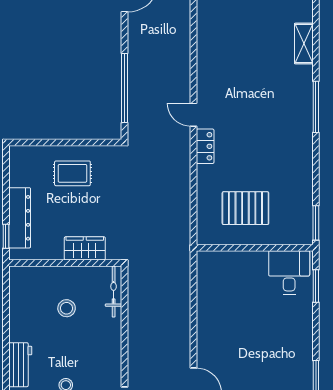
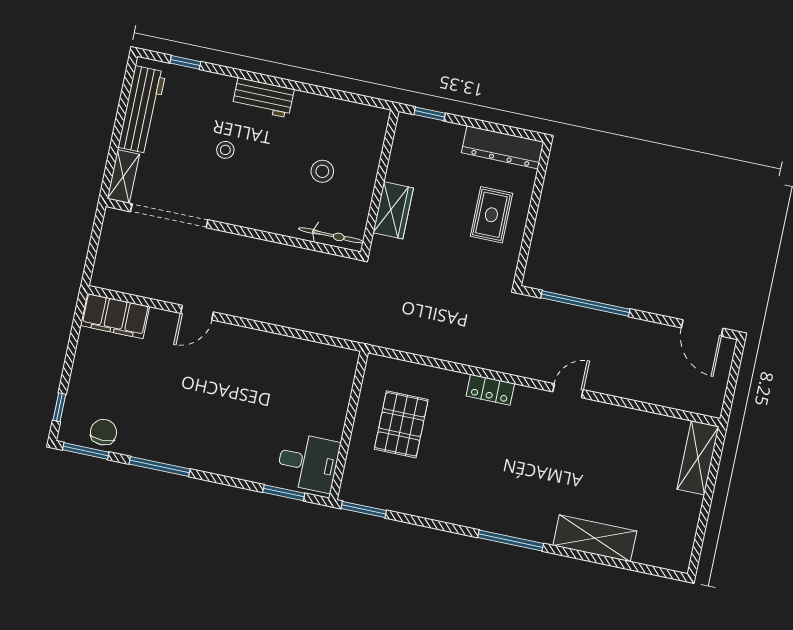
shelving: (304, 44) -> (595, 538), width x1.50, depth x1.33
door: (193, 115) -> (568, 391), moved
dresser: (20, 218) -> (503, 147), moved

